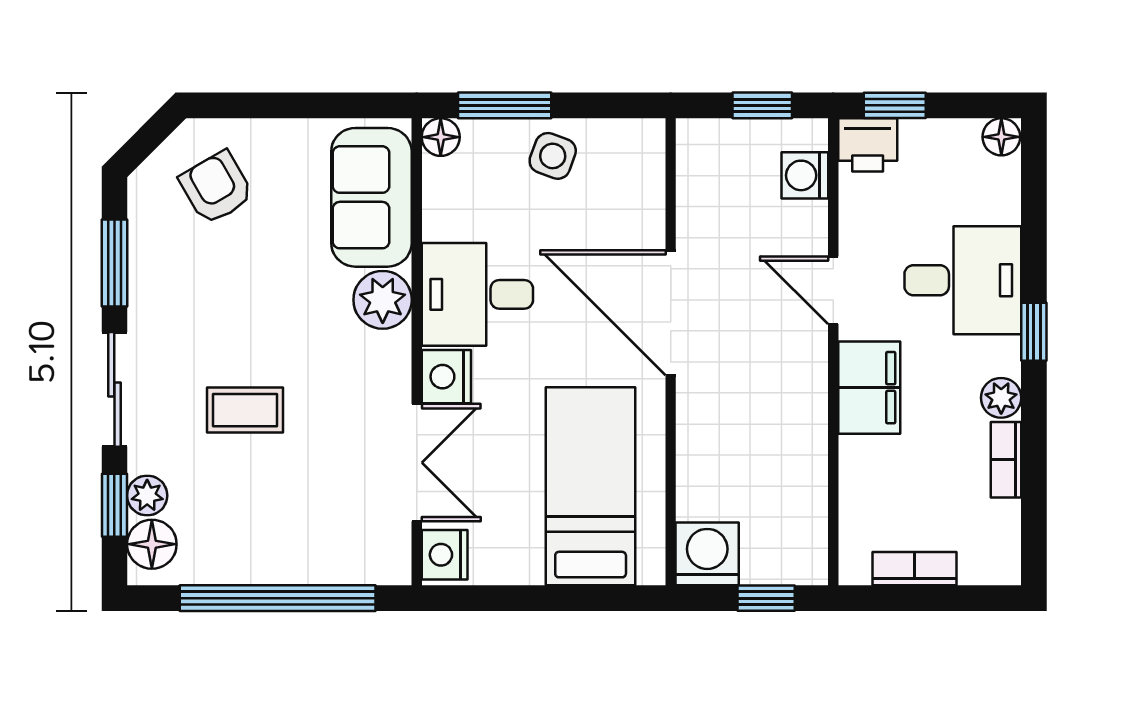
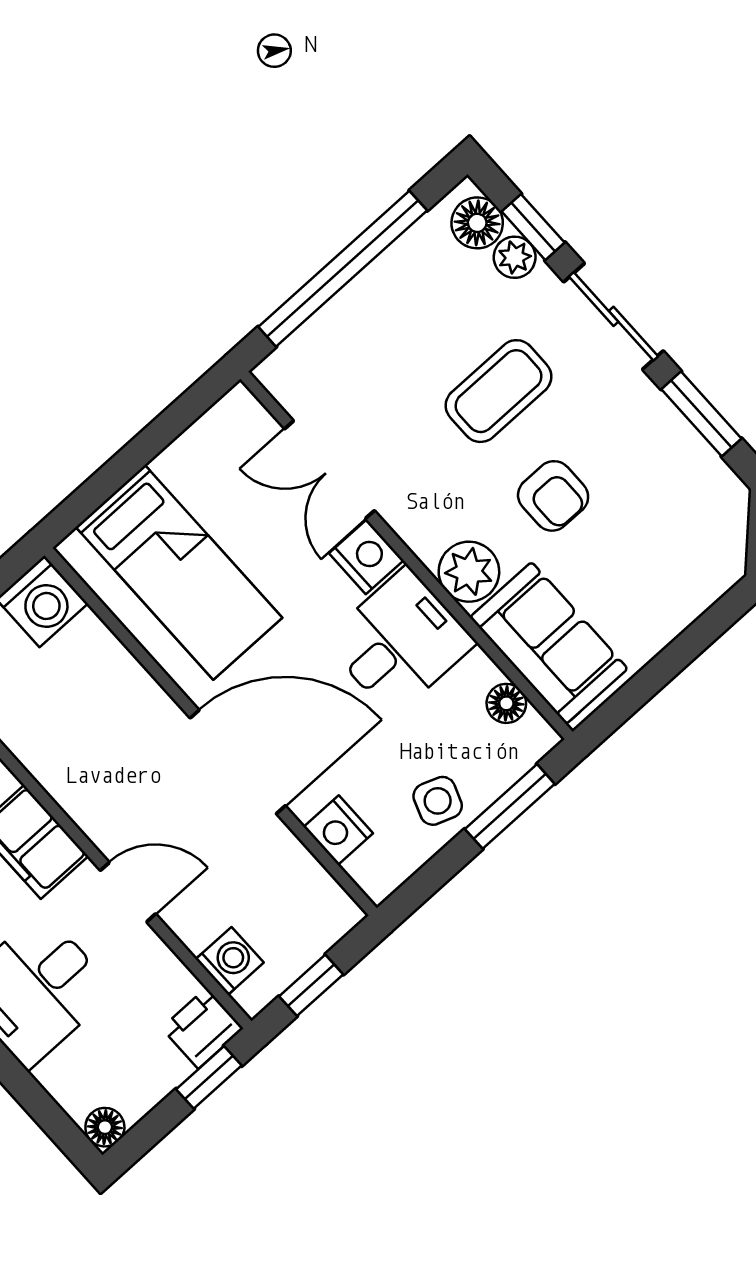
floor lamp: (441, 137) -> (506, 703), moved
armchair: (216, 188) -> (553, 496), moved, turned 30
coffee table: (245, 410) -> (499, 391), width x1.36, depth x1.30
nightstand: (445, 555) -> (338, 830), moved, turned 180

